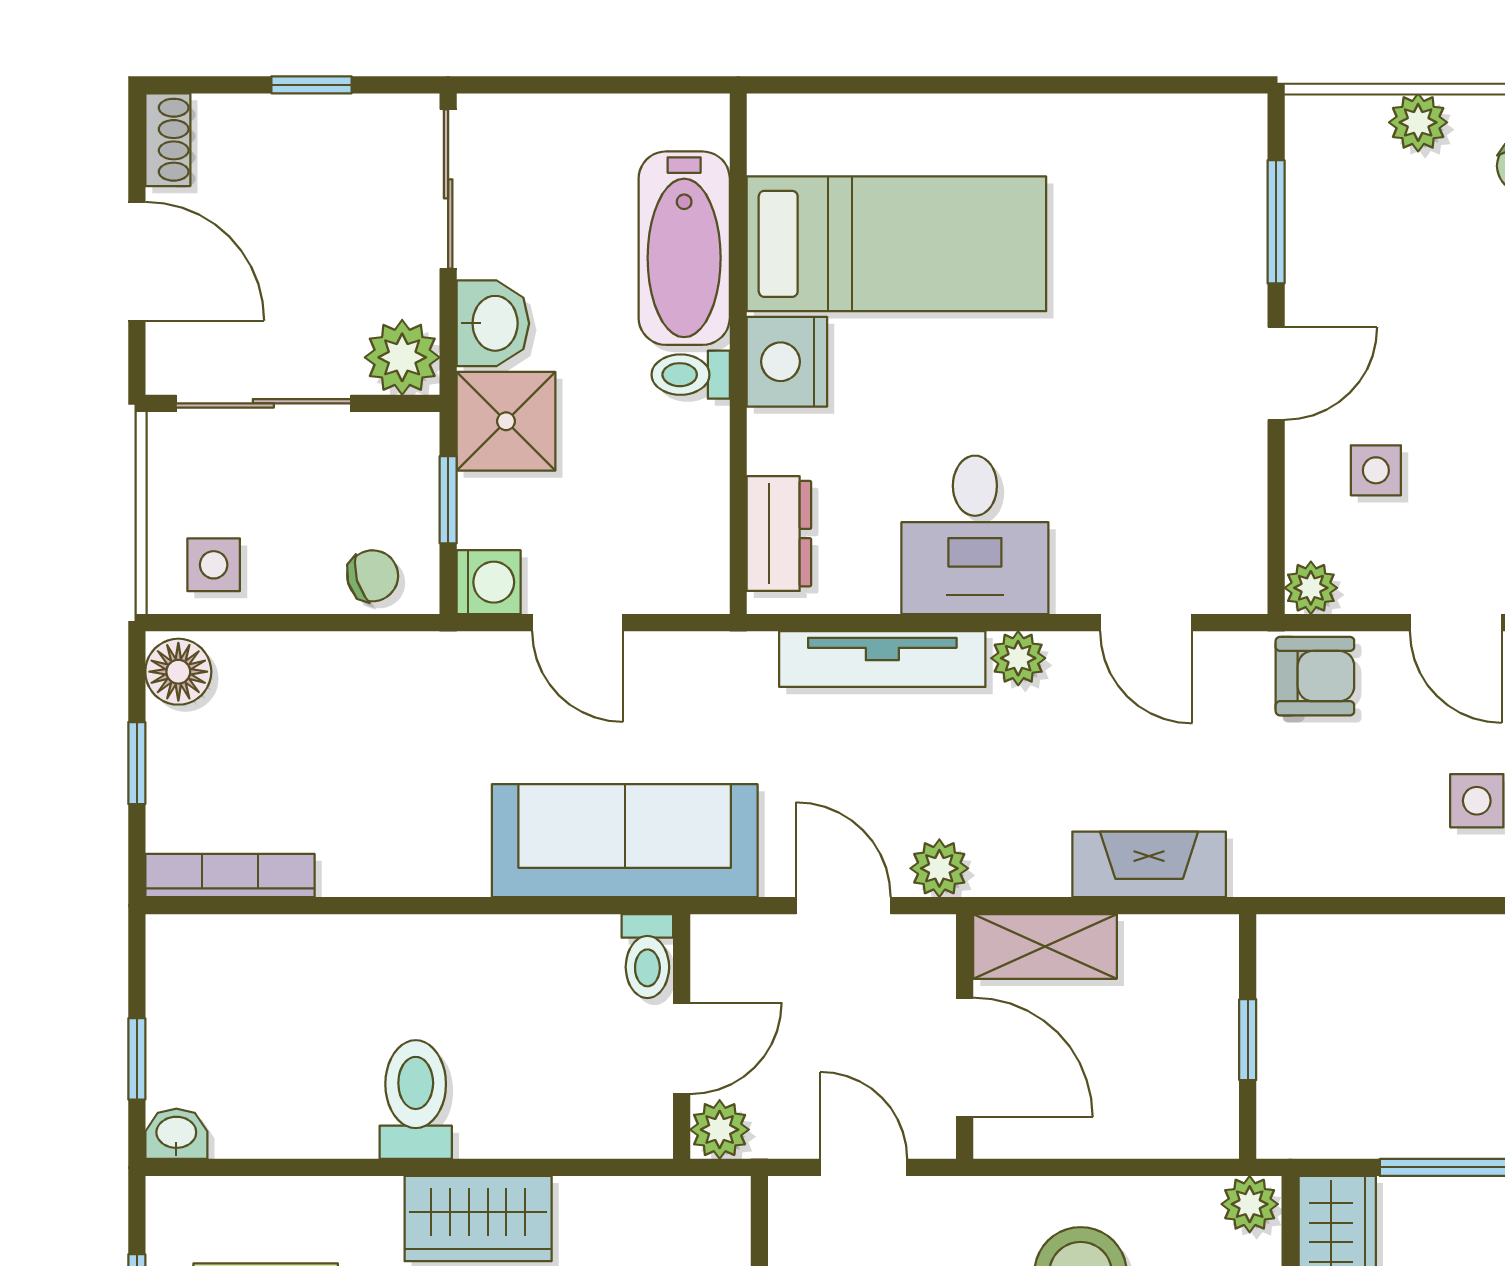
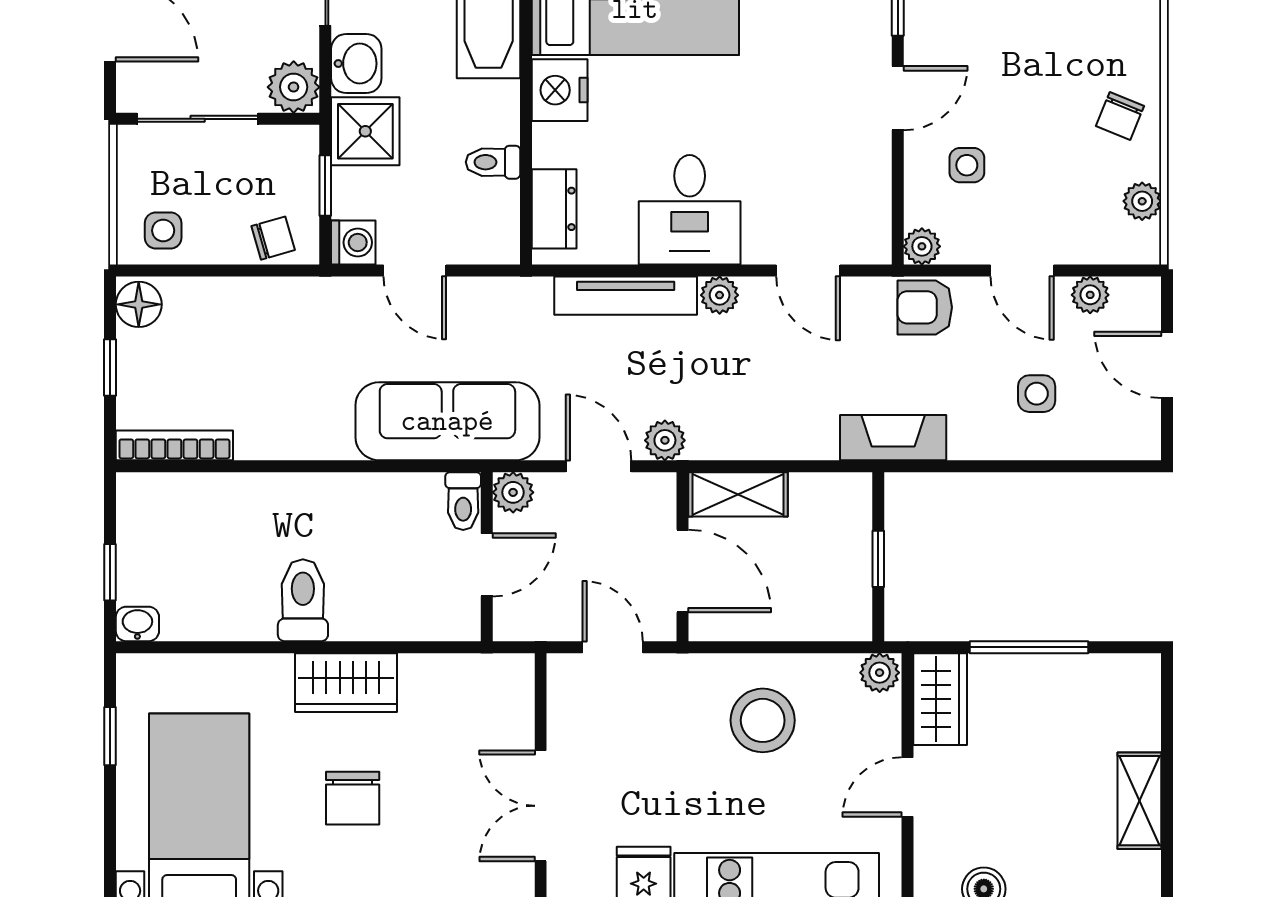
toilet: (691, 375) -> (493, 162), moved
armchair: (1315, 676) -> (925, 307), turned 180
fireplace: (1149, 864) -> (893, 438), moved
plant: (720, 1130) -> (513, 492), moved

